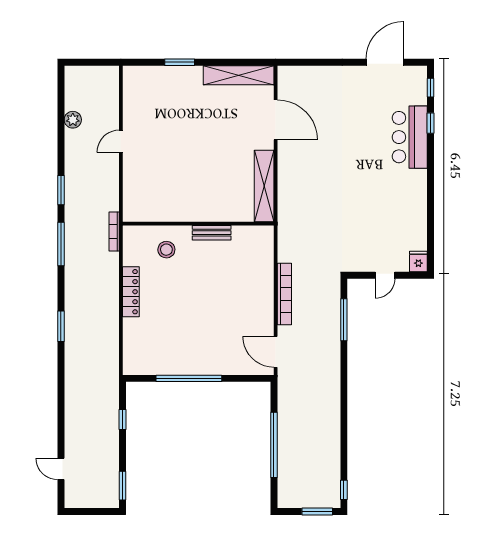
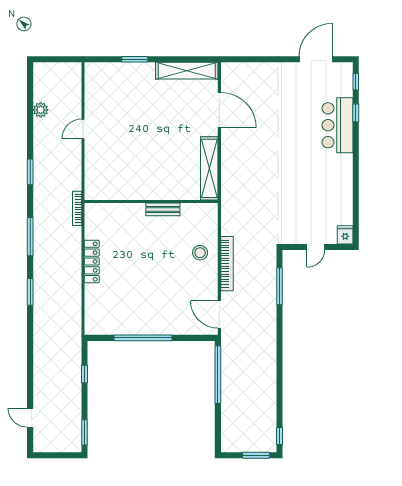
window: (61, 244) -> (30, 237), moved
stool: (166, 250) -> (200, 253), moved
window: (274, 445) -> (218, 375), moved

